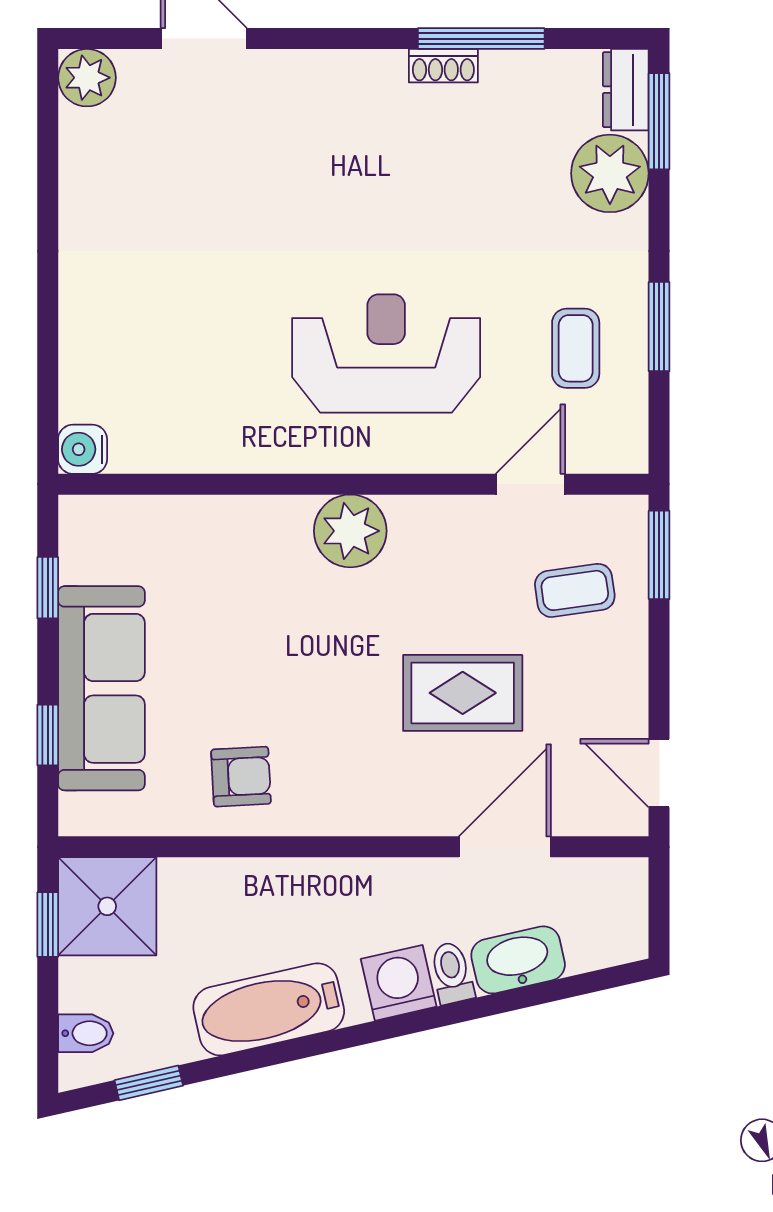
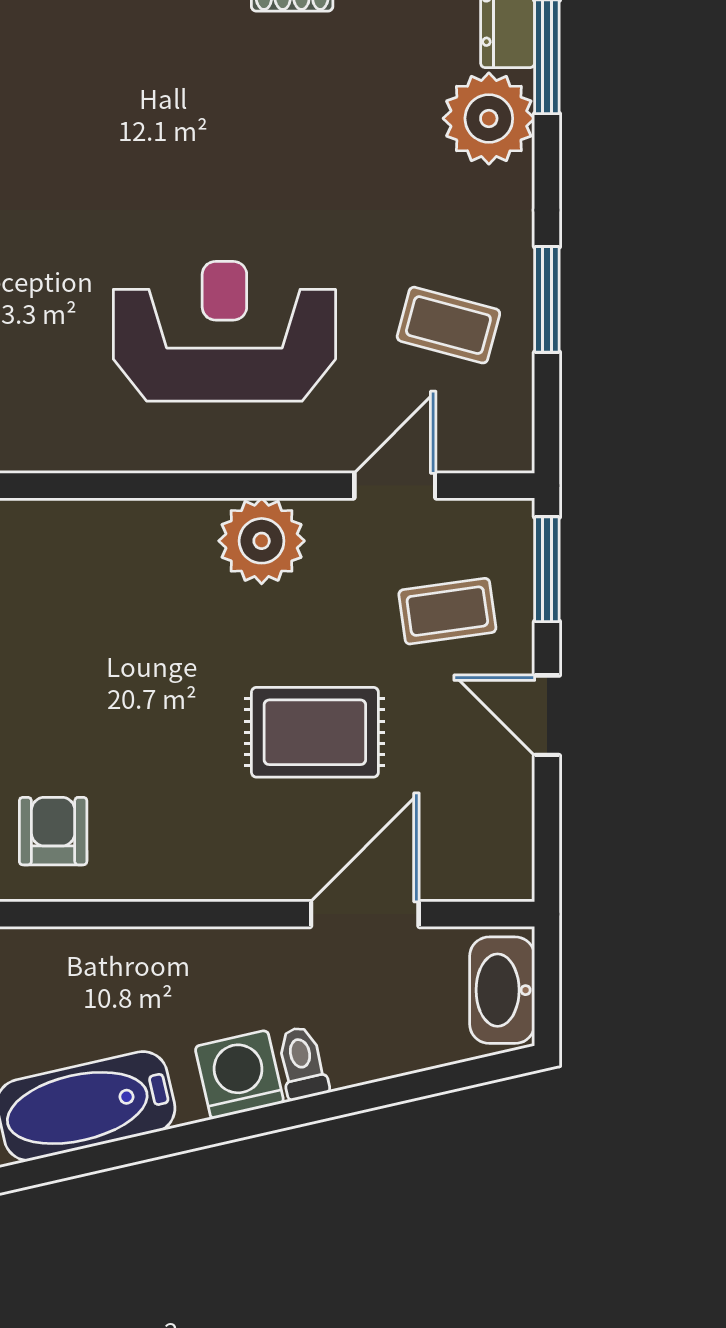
coffee table: (576, 348) -> (448, 325), turned -75
plant: (350, 531) -> (262, 541), moved
door: (659, 773) -> (547, 715), moved
armchair: (241, 777) -> (53, 831), turned -87
washbasin: (518, 960) -> (502, 990), moved, turned -77

